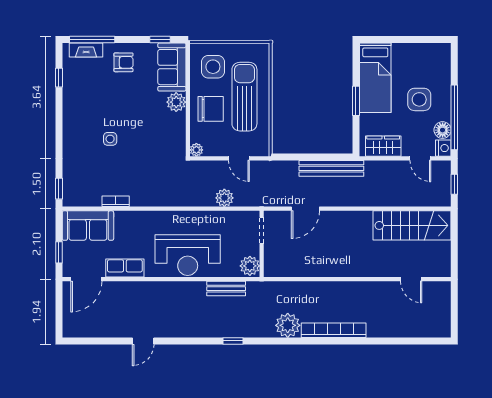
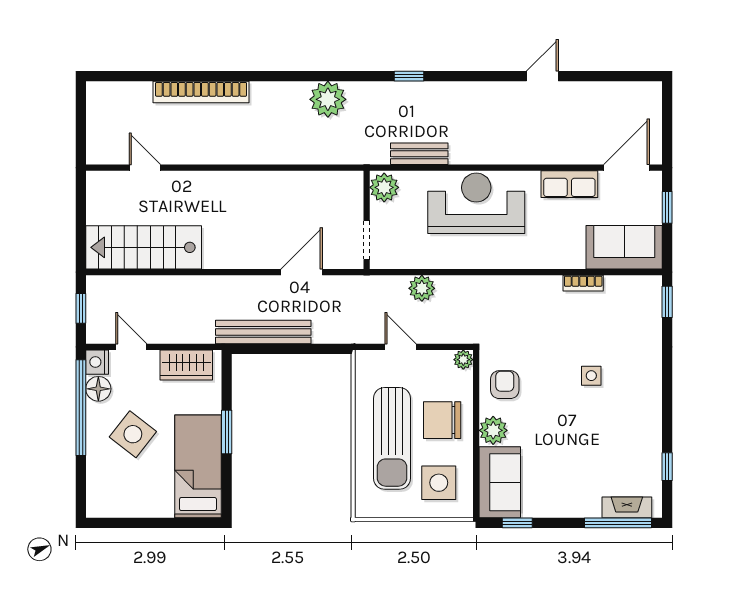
armchair: (123, 62) -> (505, 385), moved, turned 90
side table: (419, 99) -> (133, 434), turned 38
bookcase: (334, 330) -> (201, 92), moved

